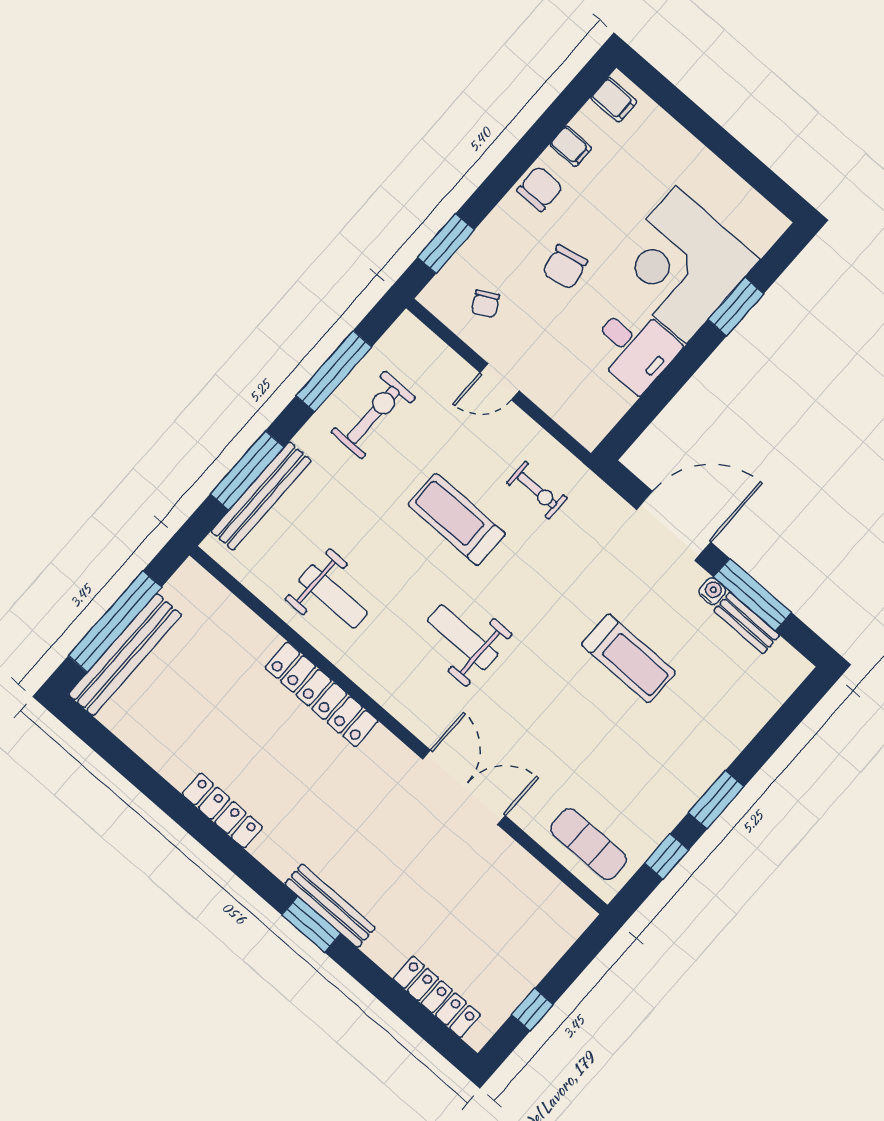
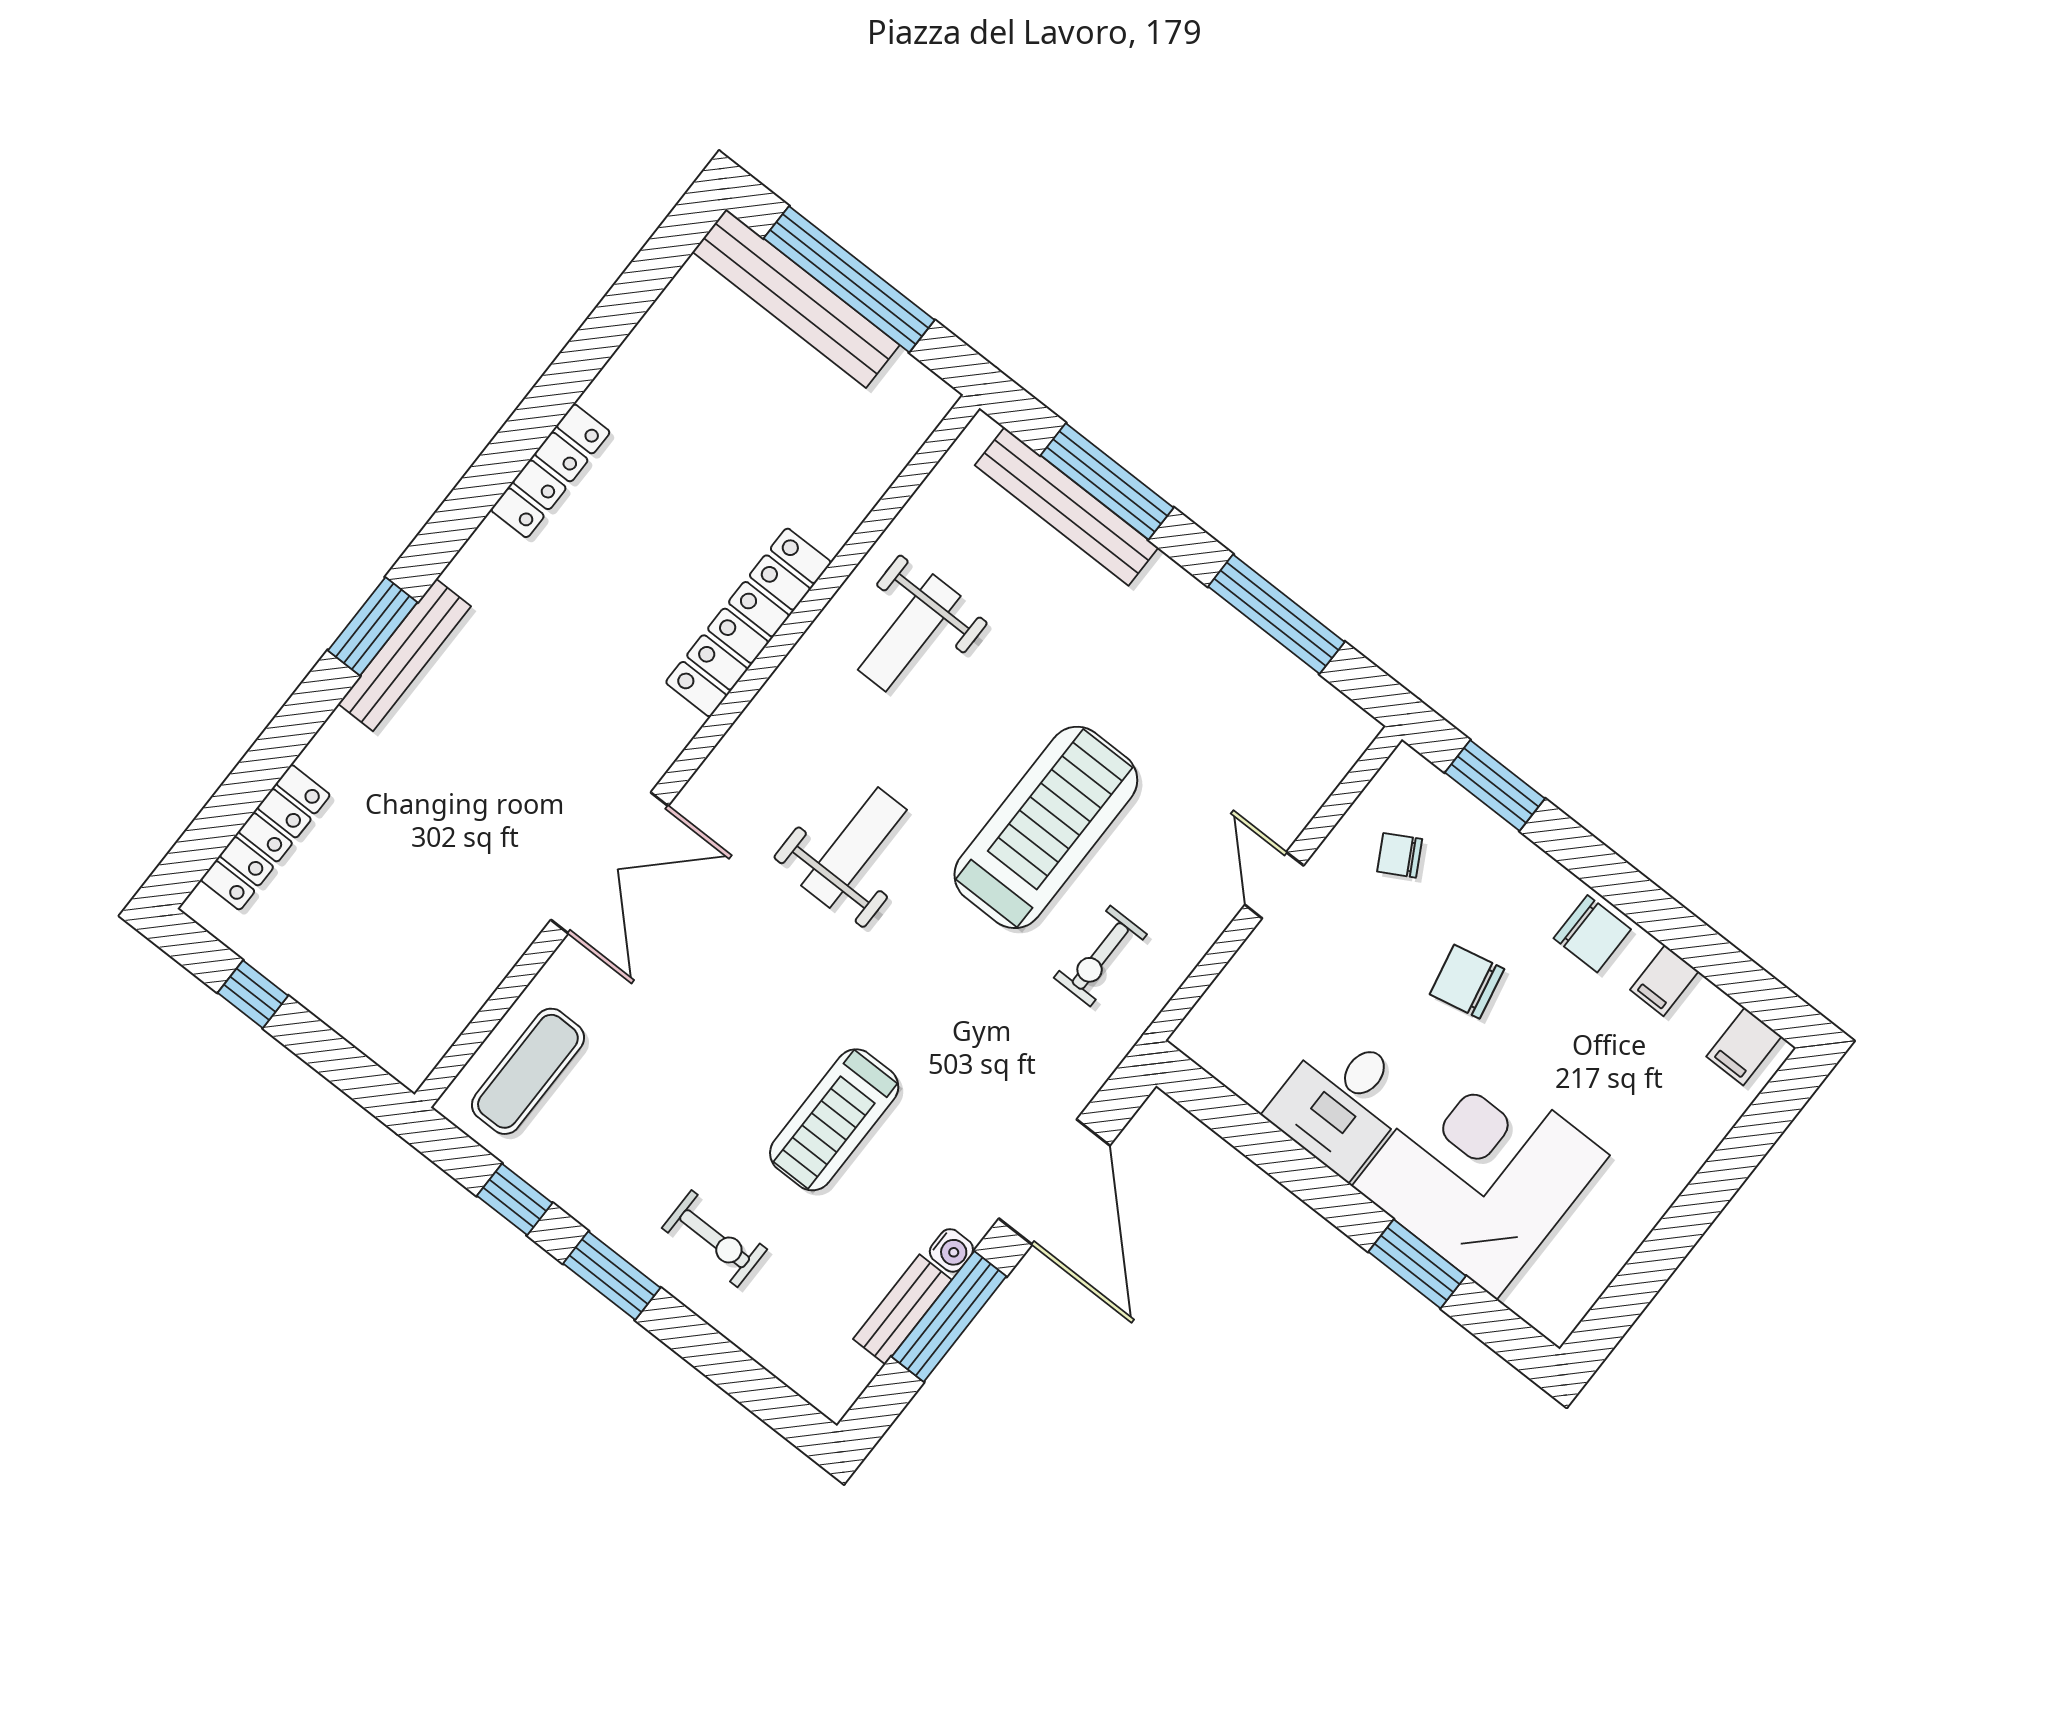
exercise bike: (373, 415) -> (715, 1239), moved, width x0.73, depth x0.72
treadmill: (457, 519) -> (1046, 827), width x1.37, depth x1.37

